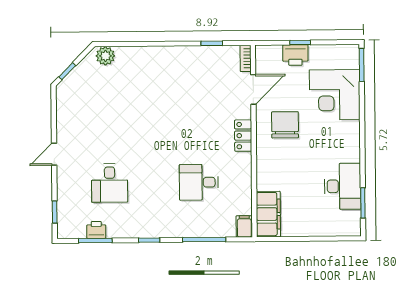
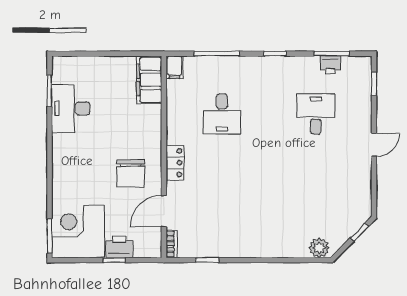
corner desk: (335, 95) -> (78, 231), moved, turned -90
desk: (199, 182) -> (222, 114), turned 90

